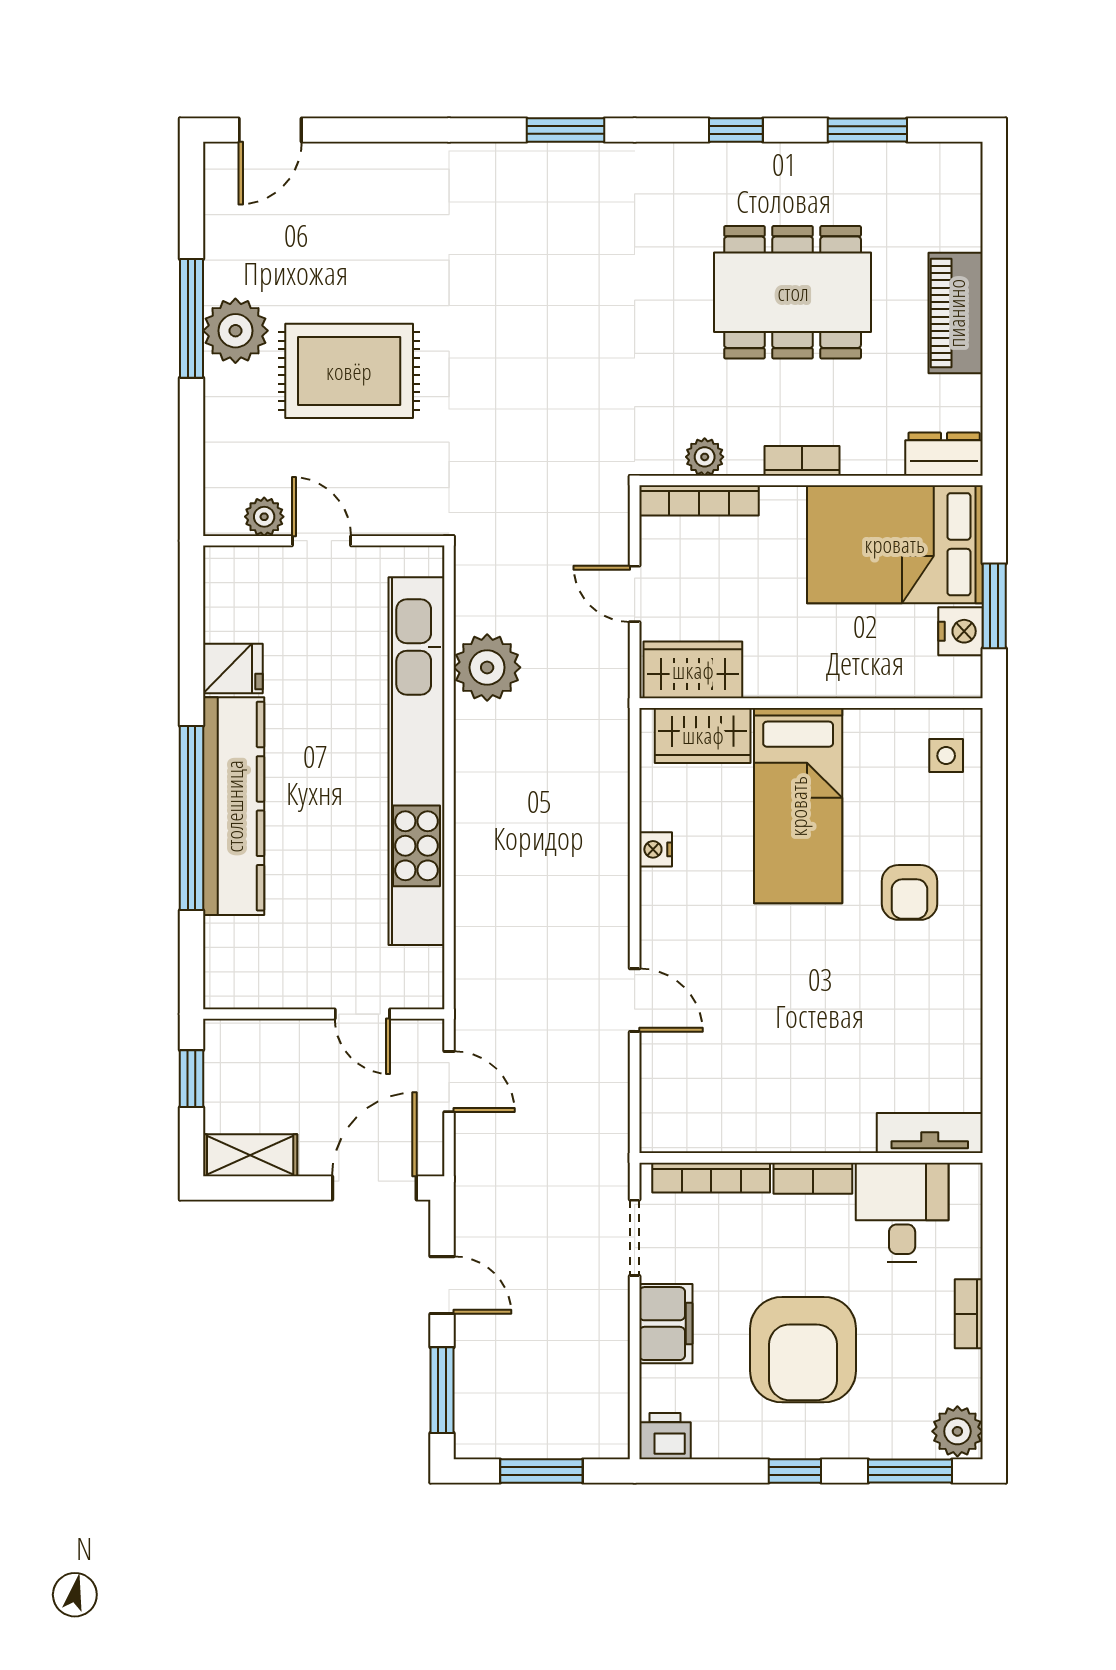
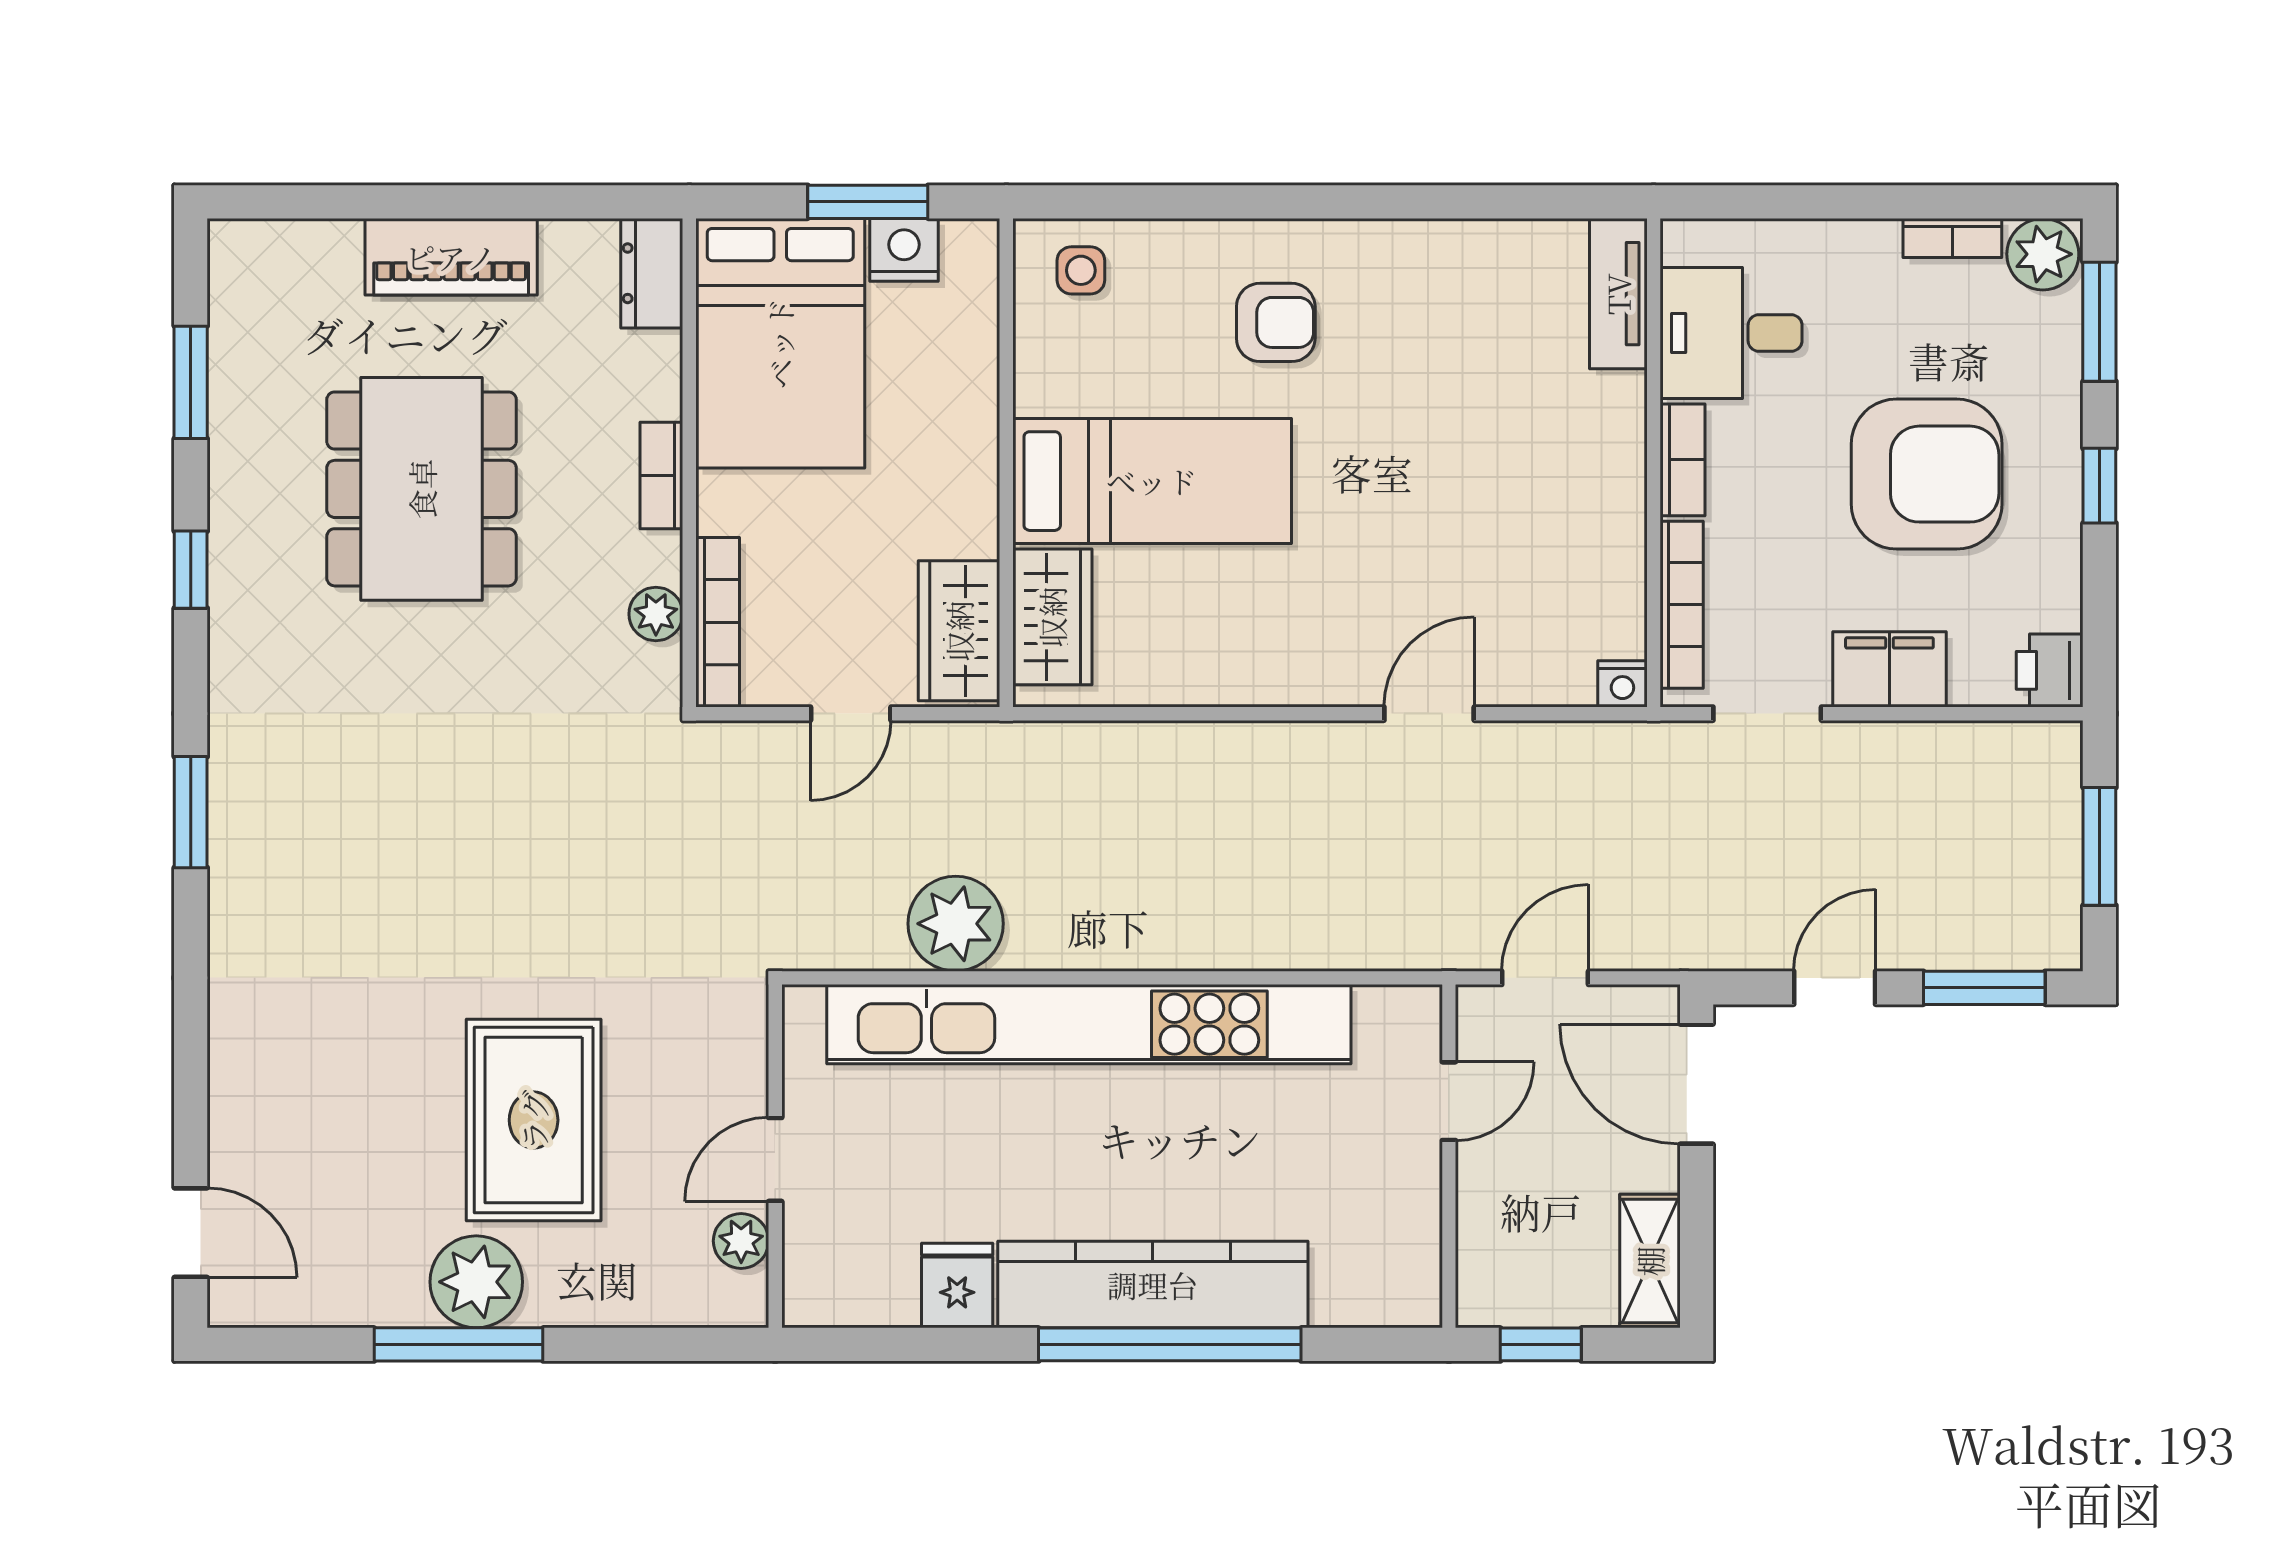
nightstand: (656, 849) -> (1622, 684), moved
bookcase: (969, 1314) -> (1952, 238), moved

